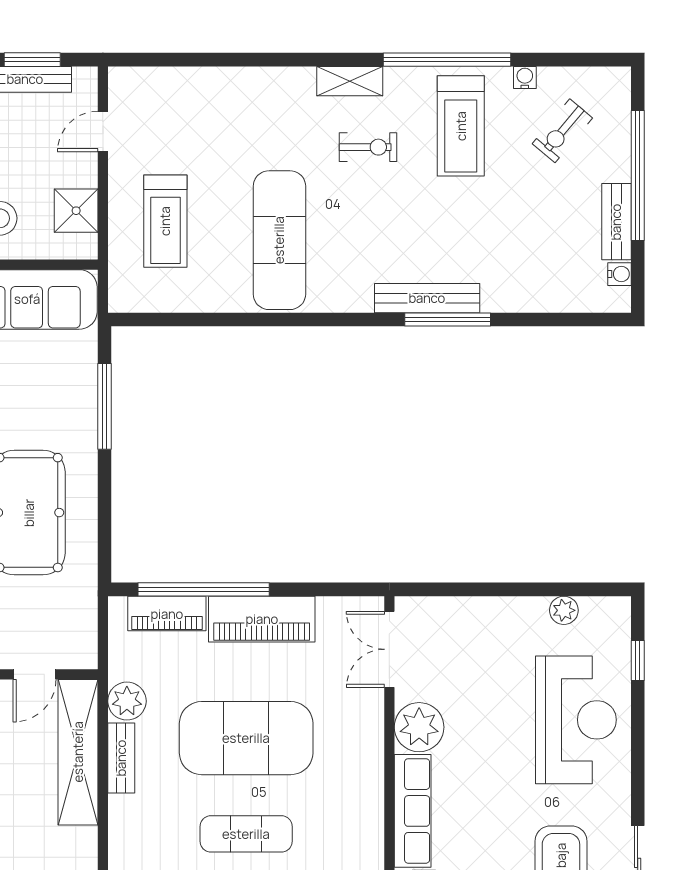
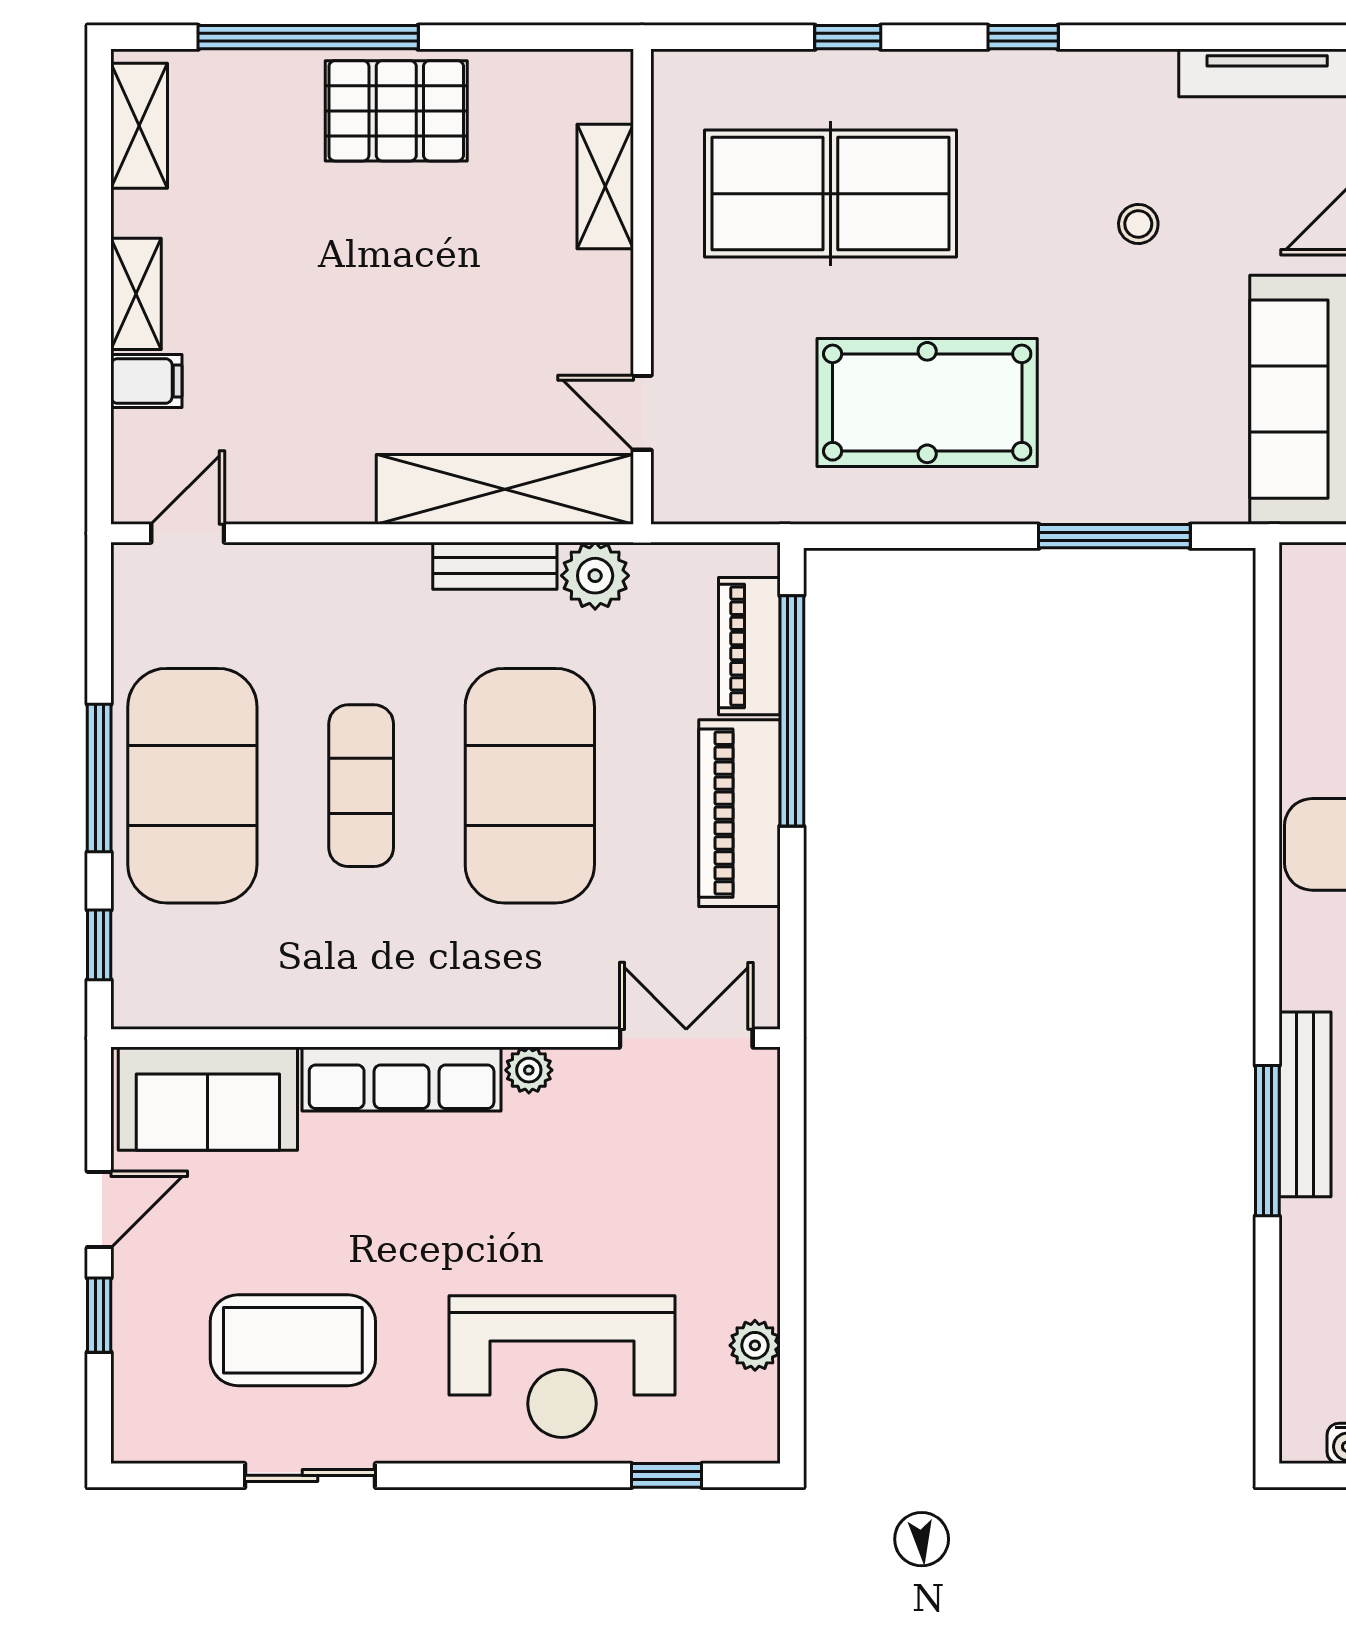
plant: (419, 727) -> (529, 1070), width x0.53, depth x0.53

